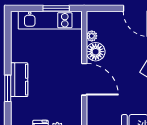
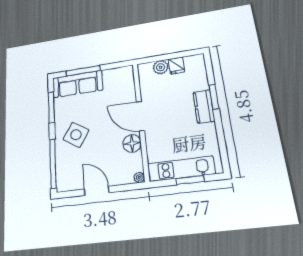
window: (56, 8) -> (190, 180), moved
plant: (92, 36) -> (139, 177), moved

